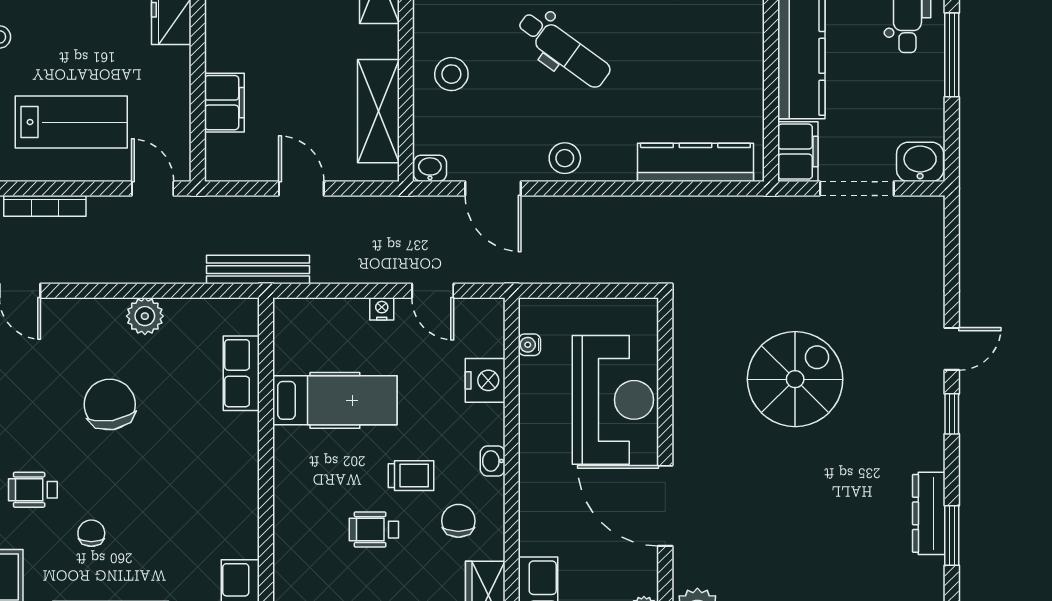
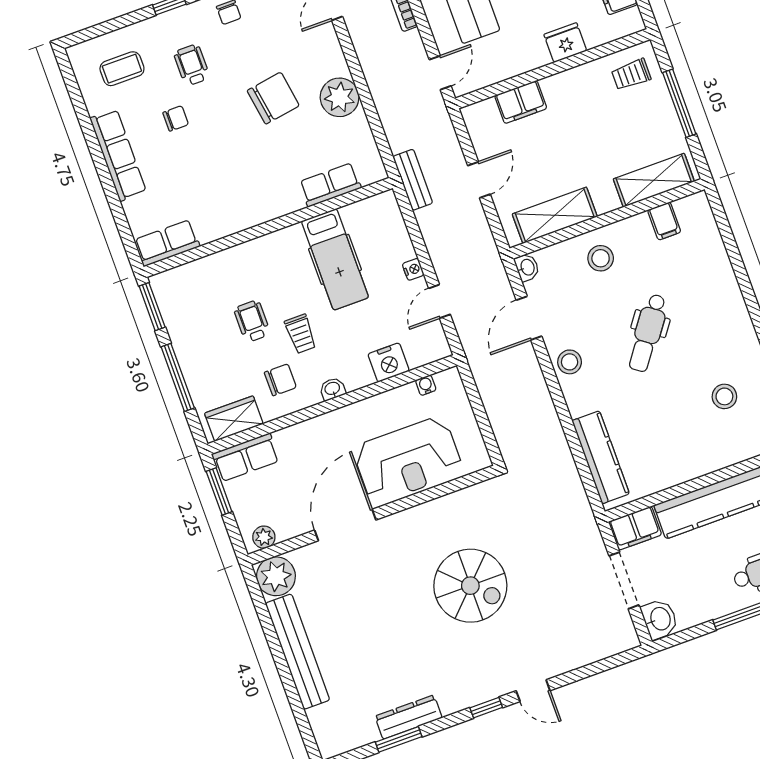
bench: (258, 270) -> (413, 180), width x0.73
plant: (145, 316) -> (340, 97), width x1.36, depth x1.36

